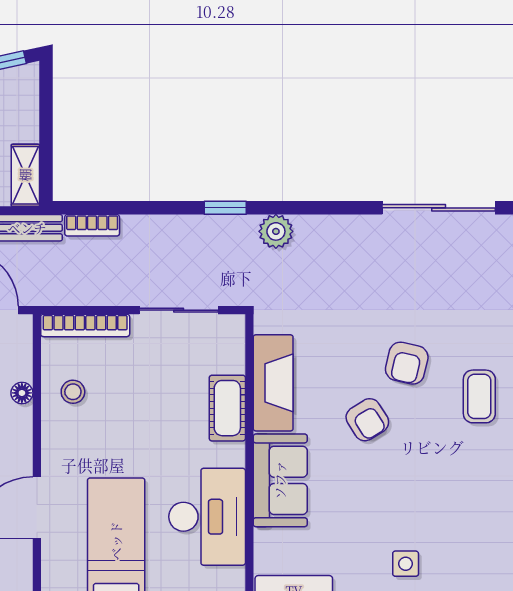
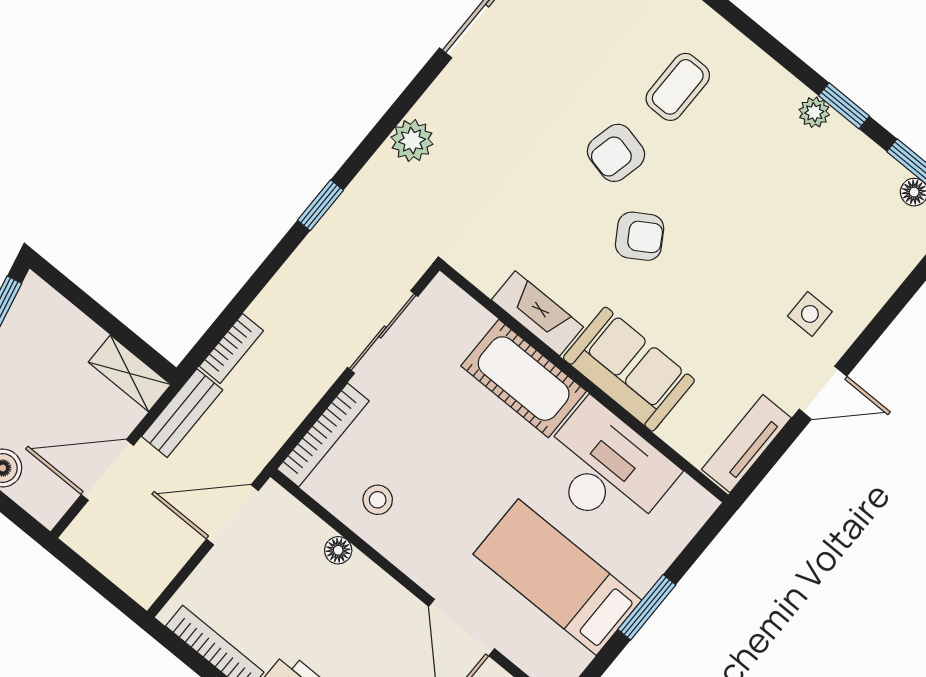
plant: (276, 231) -> (412, 141), moved
armchair: (407, 363) -> (616, 153), turned 90
fireplace: (273, 383) -> (537, 313), width x0.73, depth x0.76
coffee table: (479, 396) -> (678, 87), moved, turned 90
cot: (227, 408) -> (524, 379), width x1.37, depth x1.34

